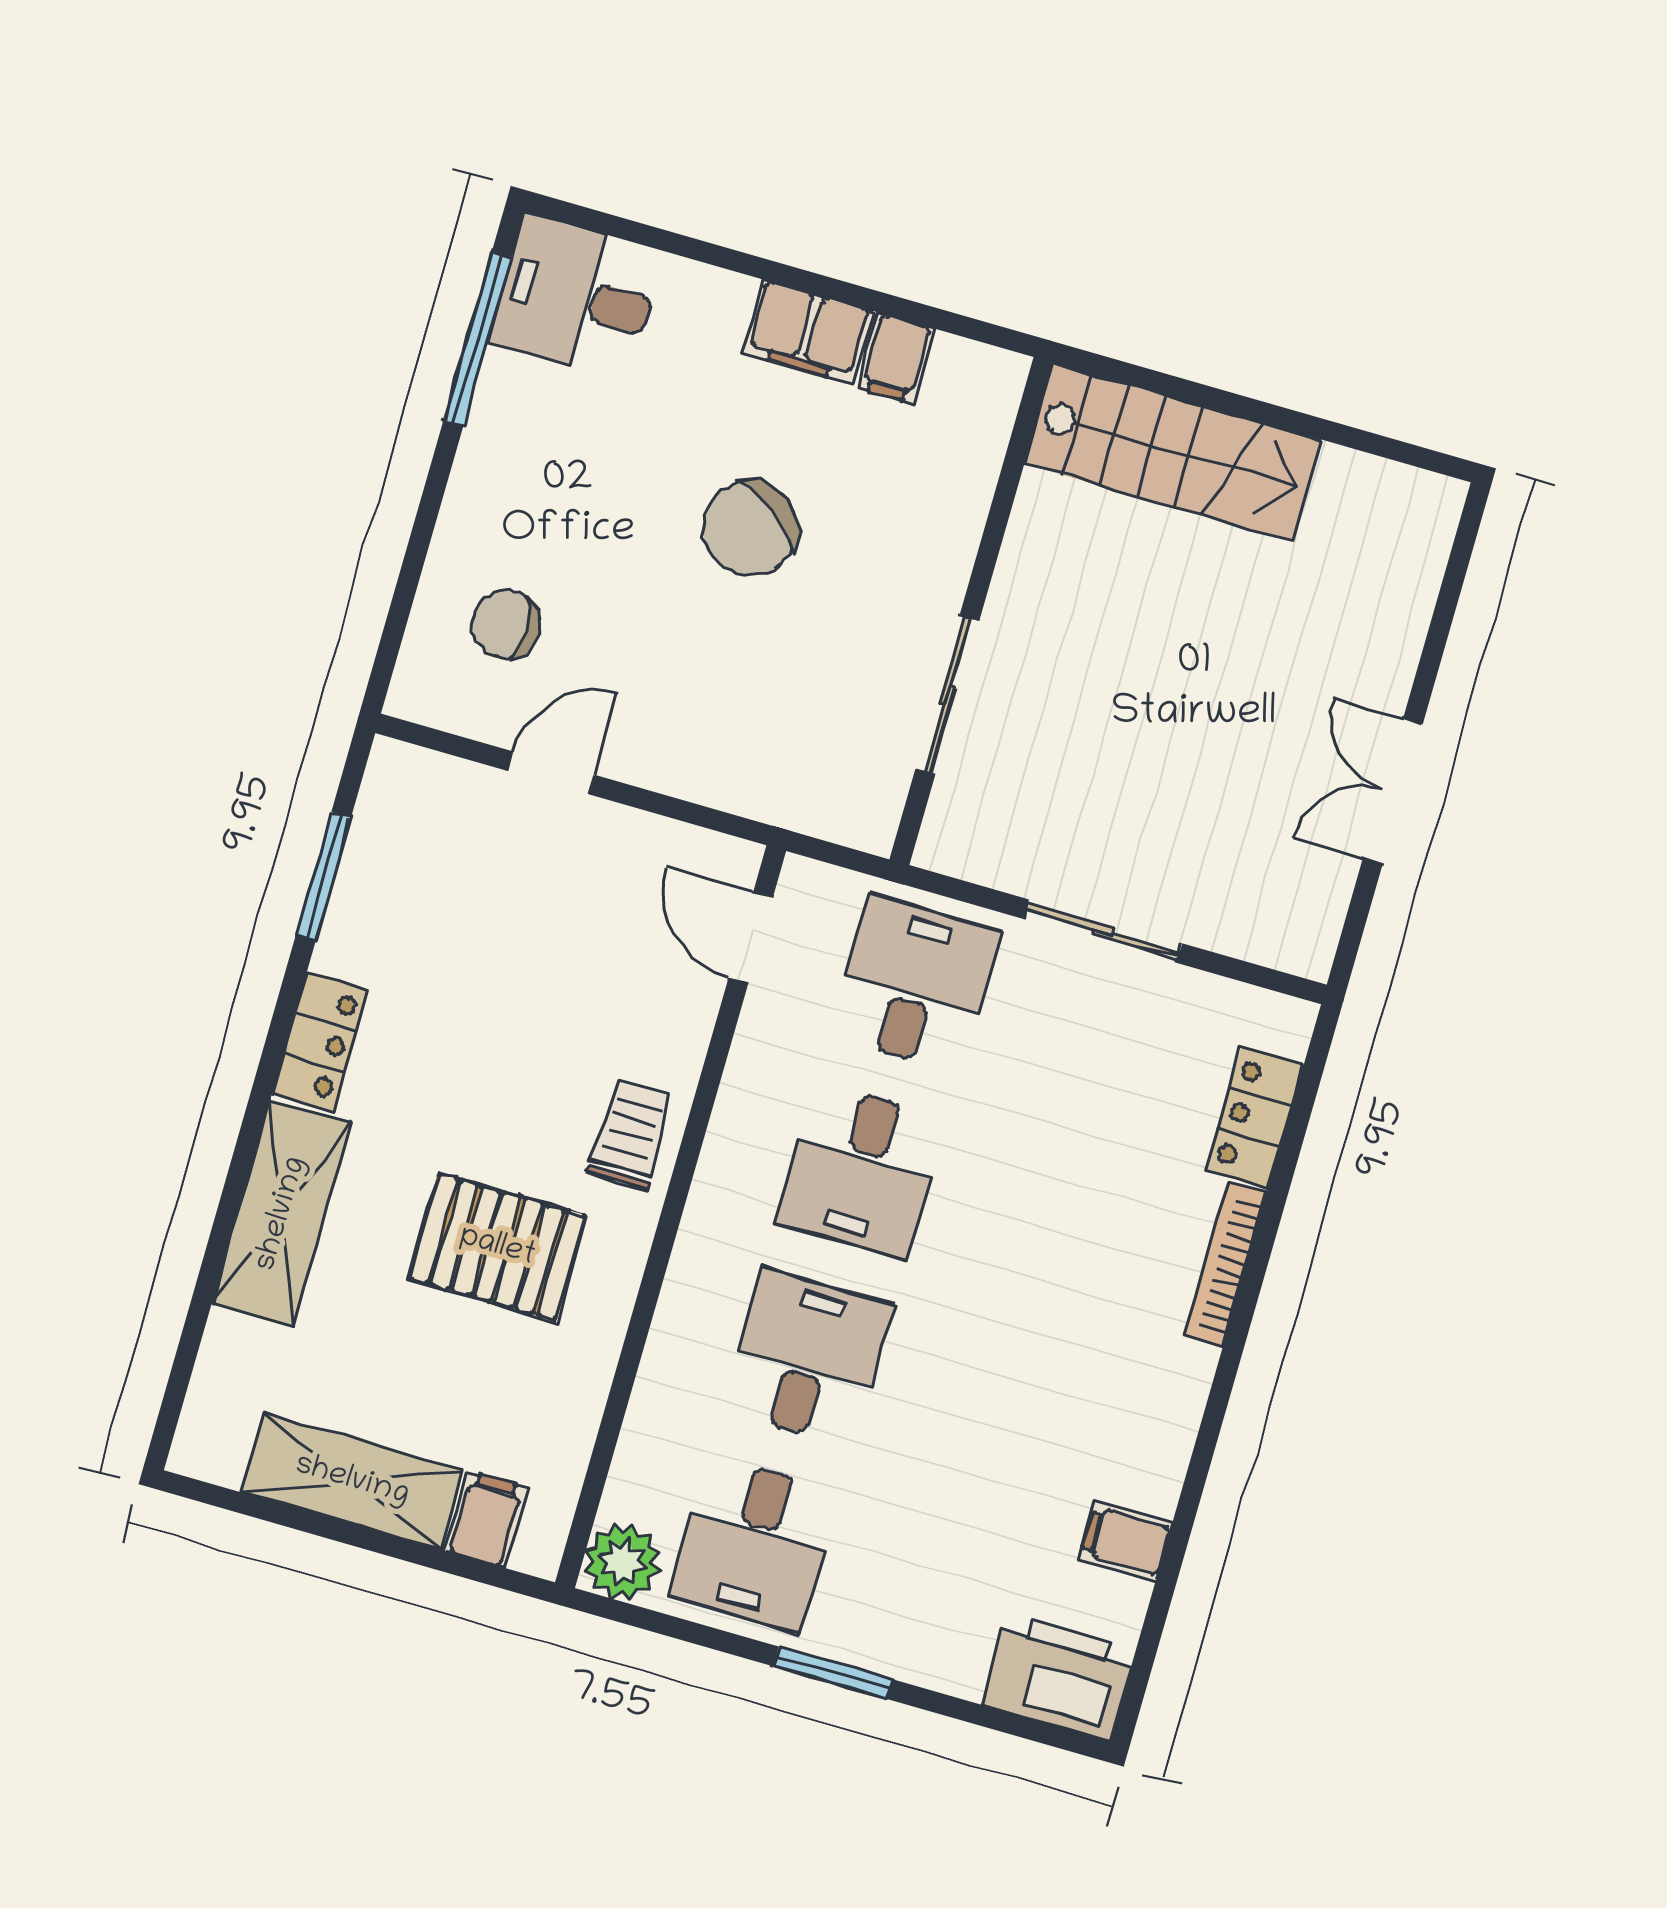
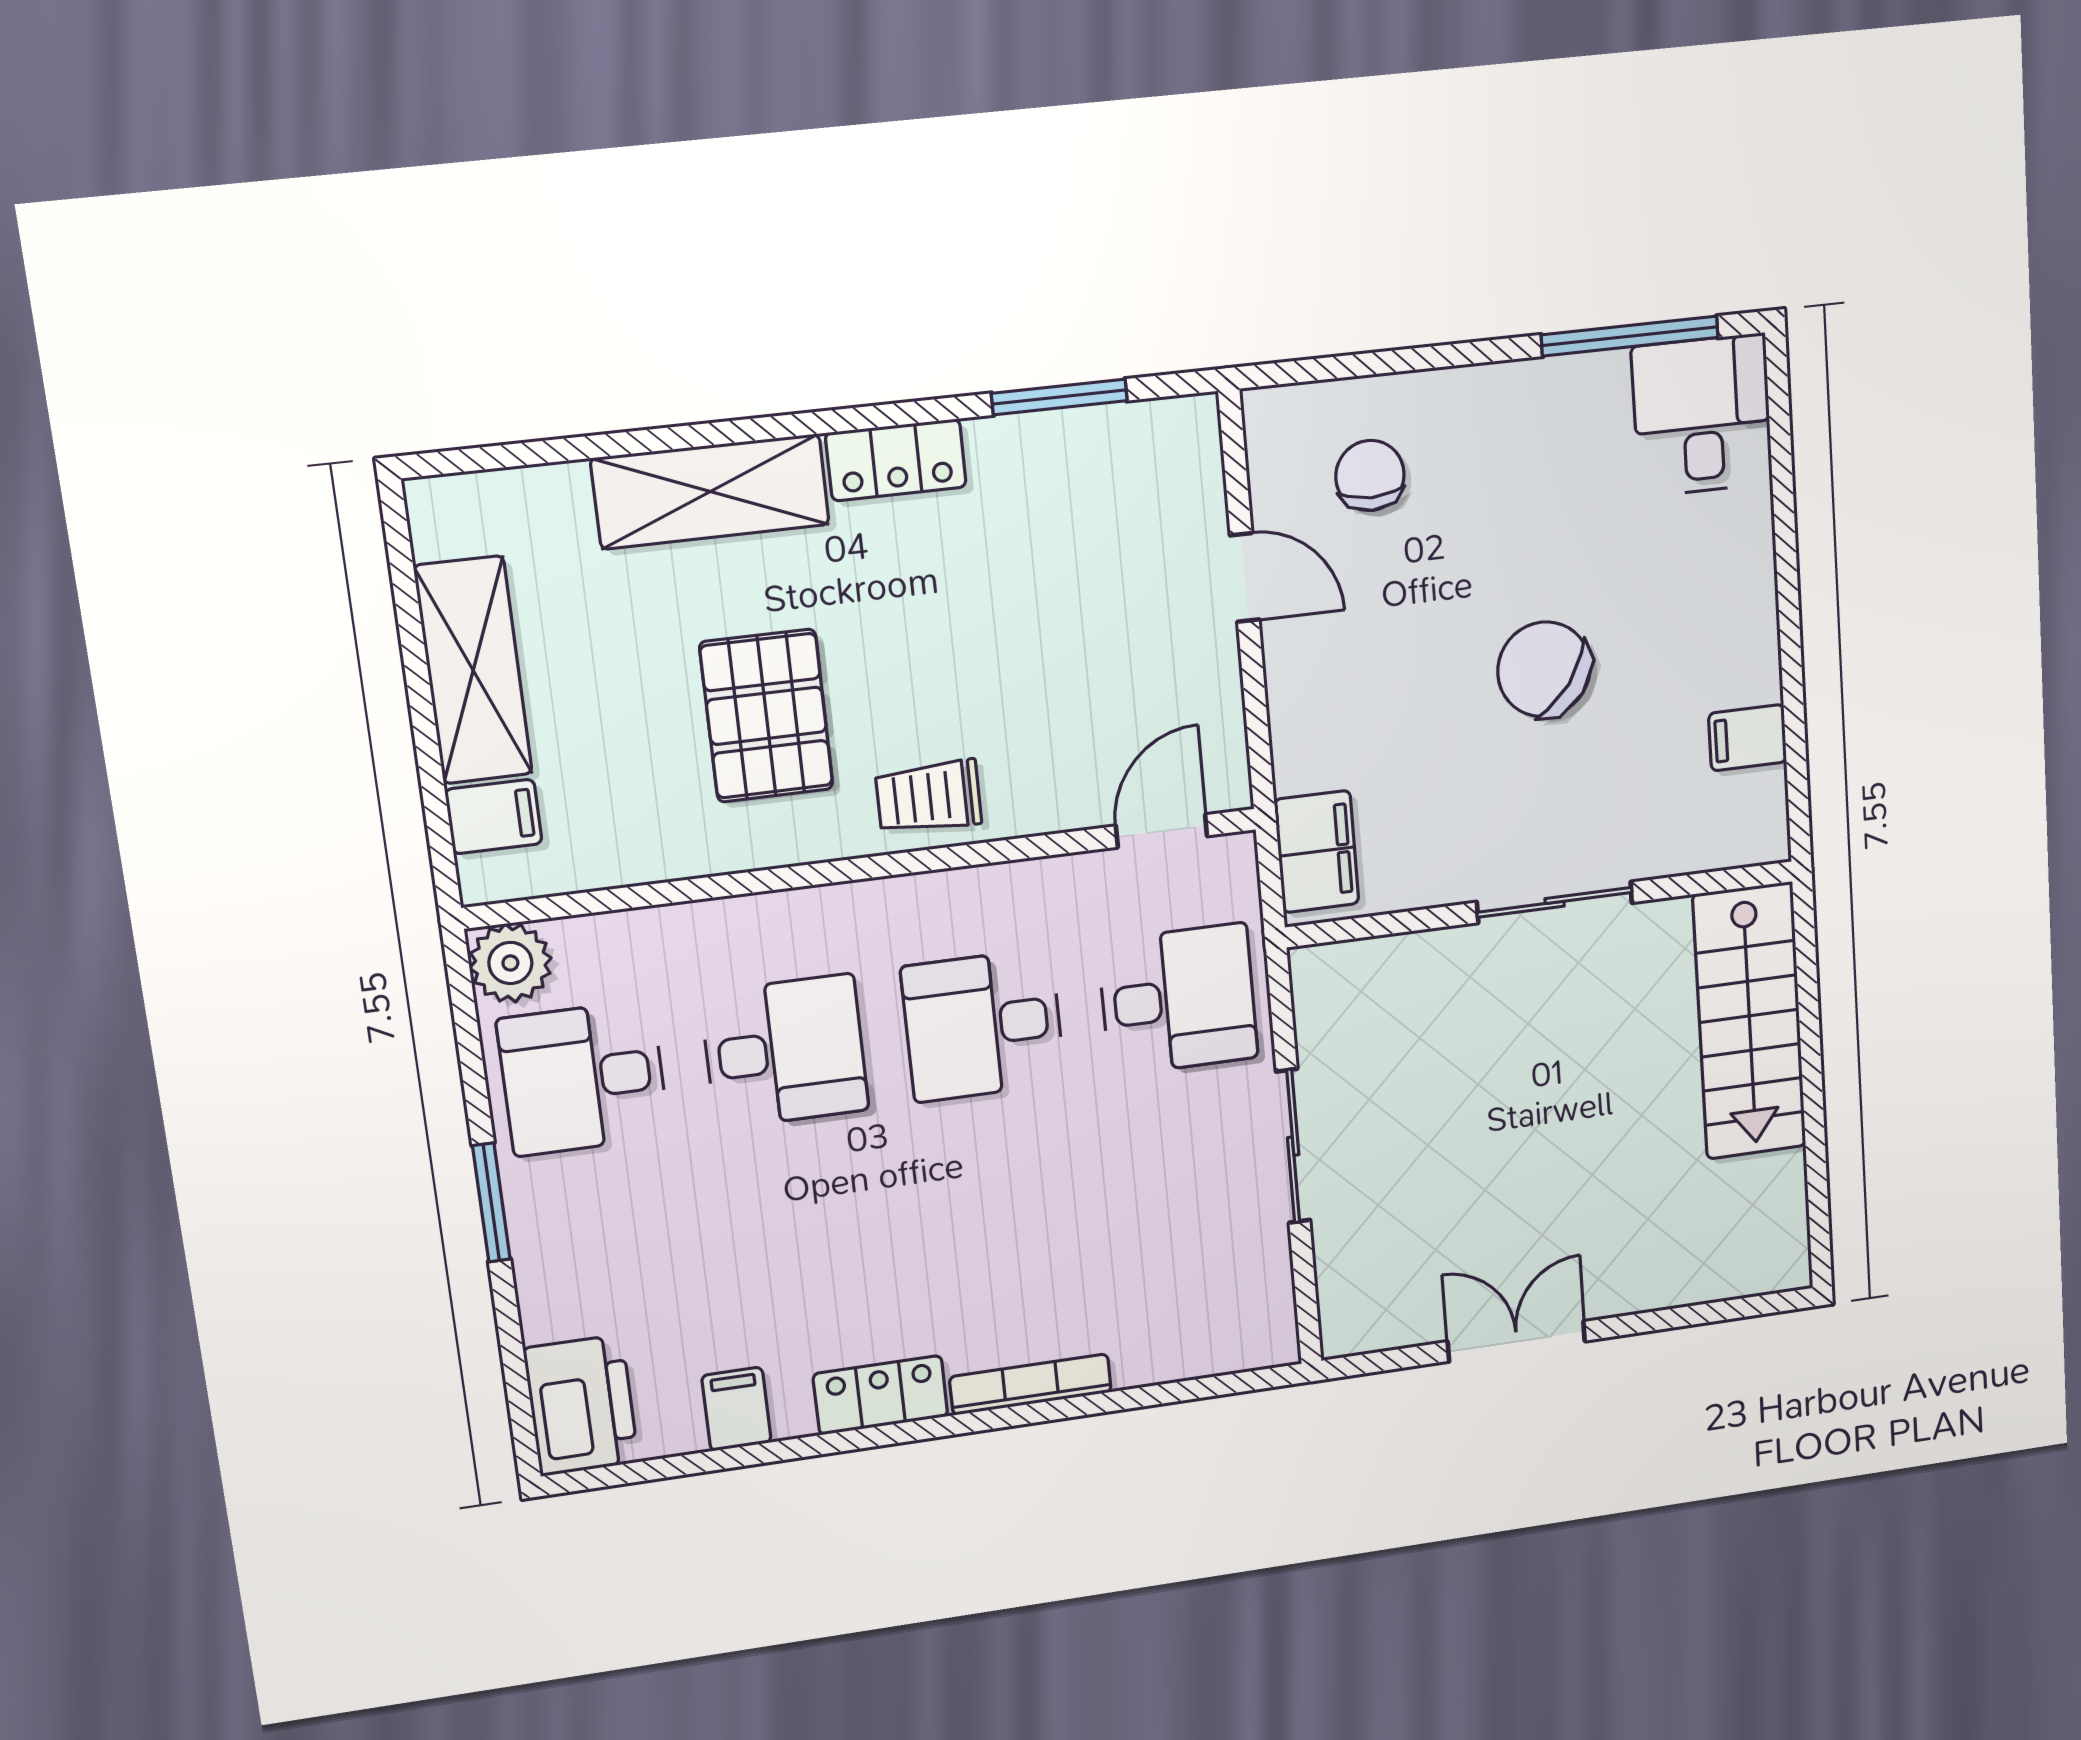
filing cabinet: (808, 332) -> (1317, 852), moved, turned 180
sliding door: (947, 695) -> (1555, 902), moved
locker: (1255, 1117) -> (880, 1395), moved
trolley: (630, 1134) -> (929, 797), turned 180

